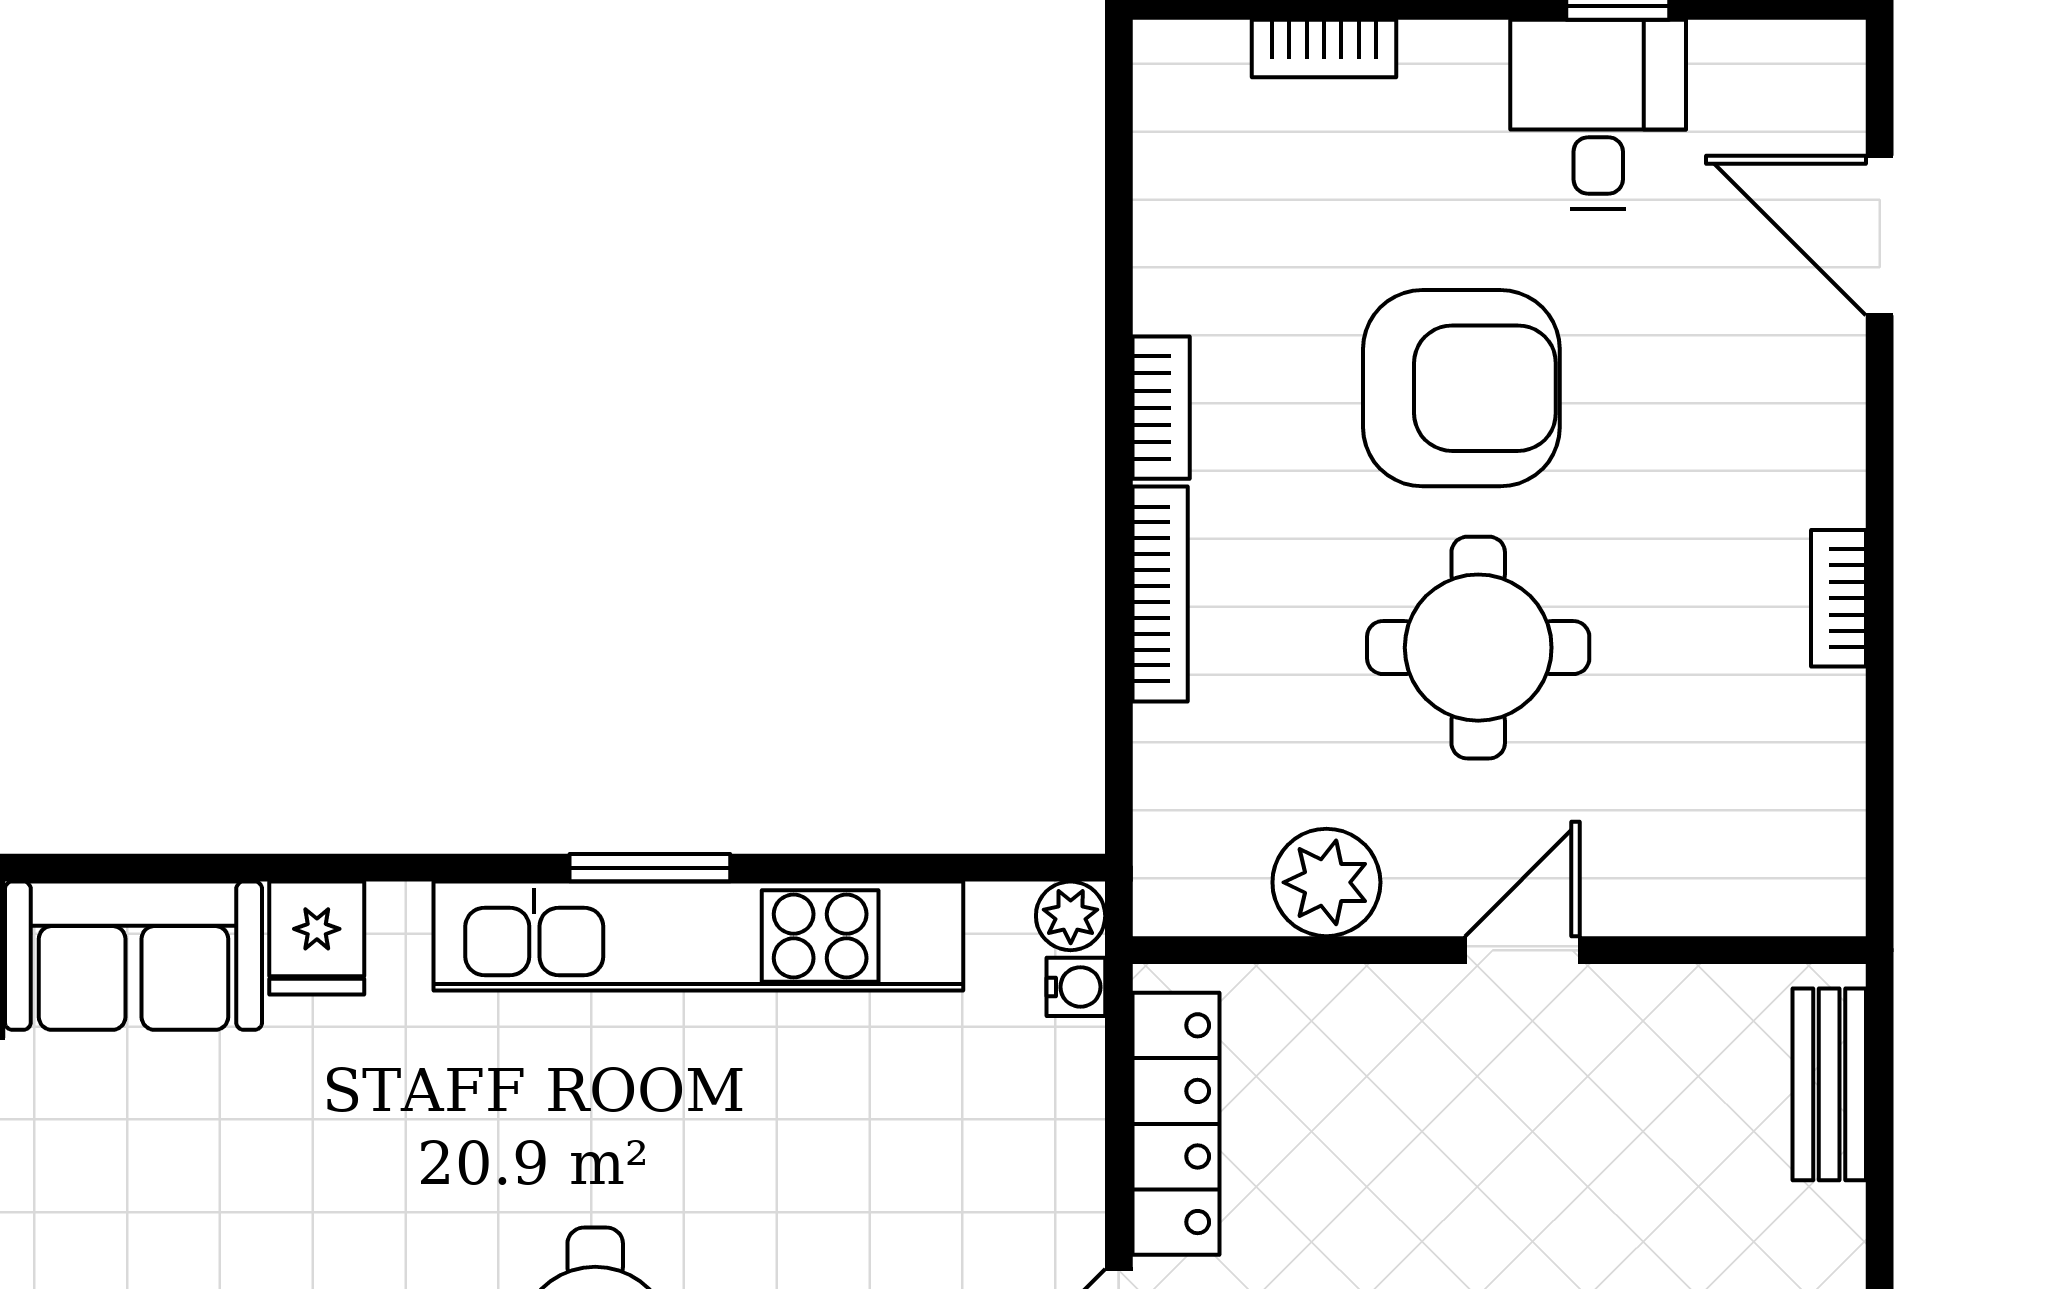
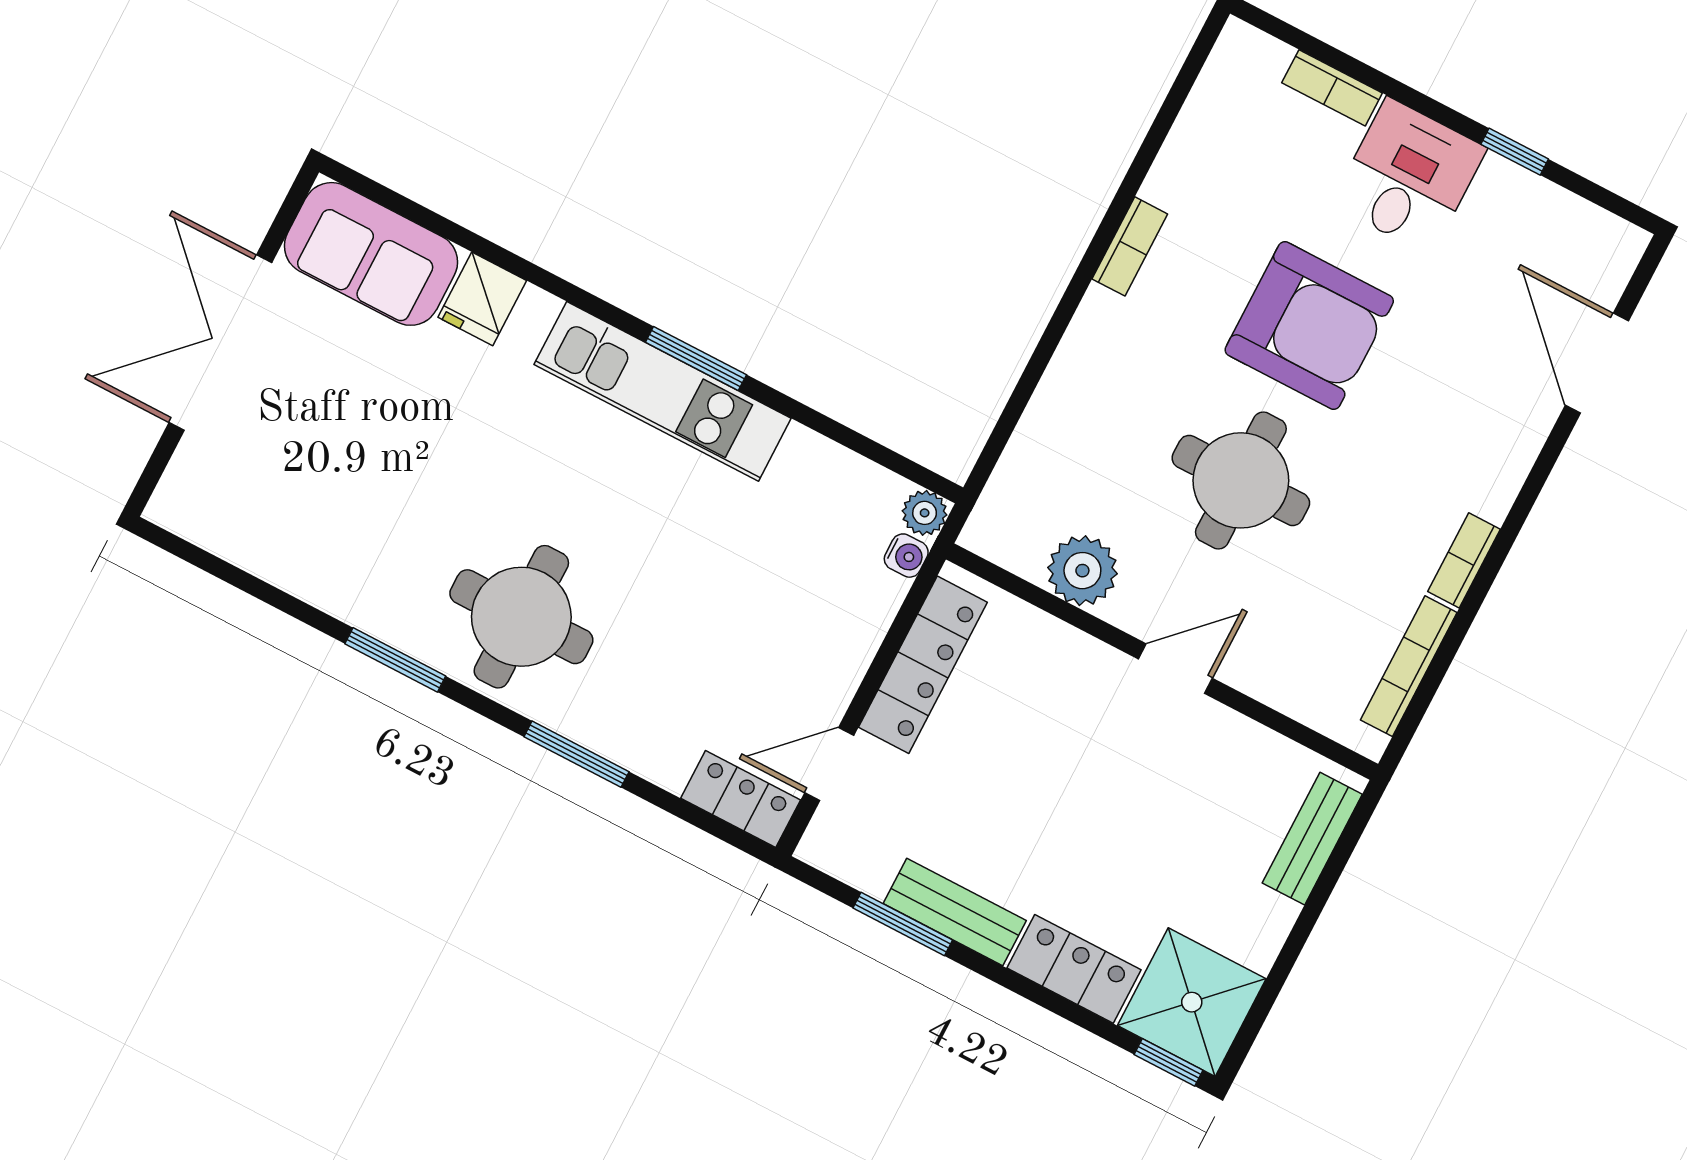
desk: (1598, 114) -> (1409, 176), moved
bookcase: (1160, 594) -> (1409, 666), moved, turned 180
kitchen unit: (698, 936) -> (663, 391), width x0.73

